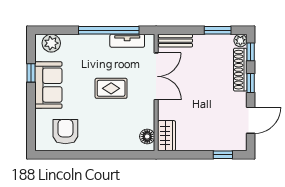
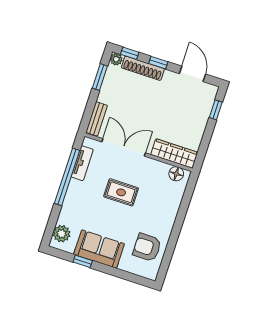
rug: (111, 88) -> (121, 192), turned 90
wardrobe: (167, 136) -> (174, 153), width x1.50

